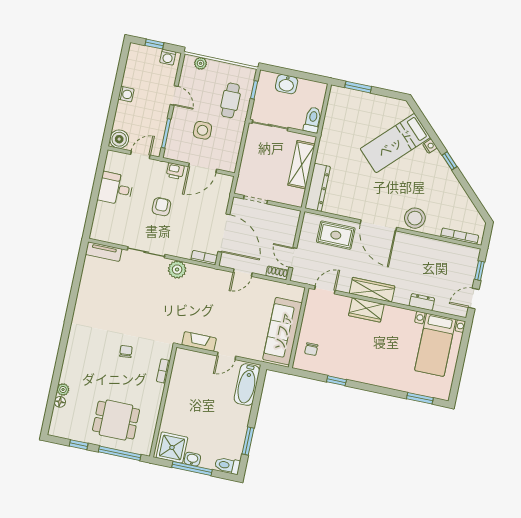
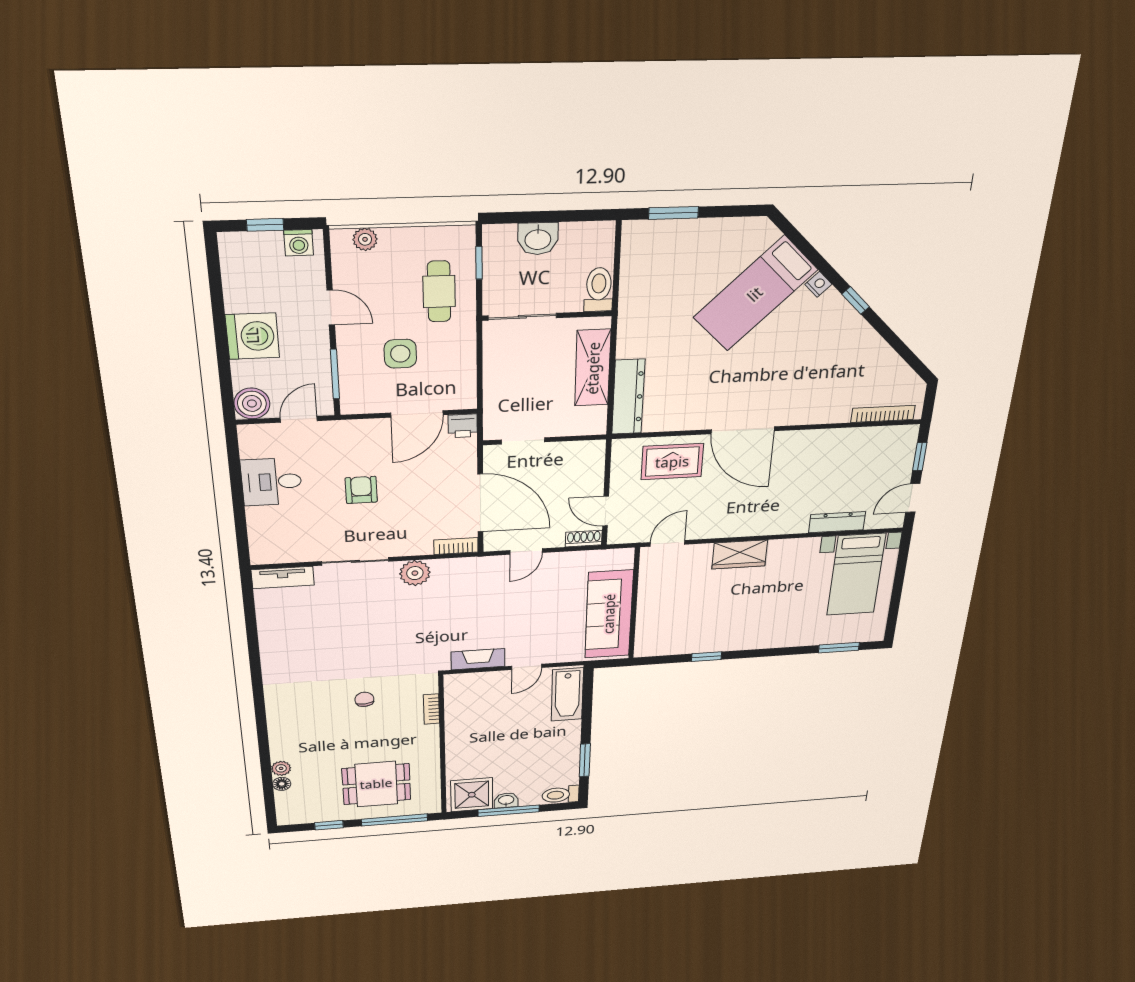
washing machine: (126, 94) -> (252, 336), width x1.89, depth x1.89
printer: (175, 171) -> (463, 426), moved
stool: (415, 218) -> (804, 405), removed
wardrobe: (372, 290) -> (745, 525), removed
dresser: (422, 302) -> (837, 522), width x1.44
chair: (311, 349) -> (660, 627), removed

